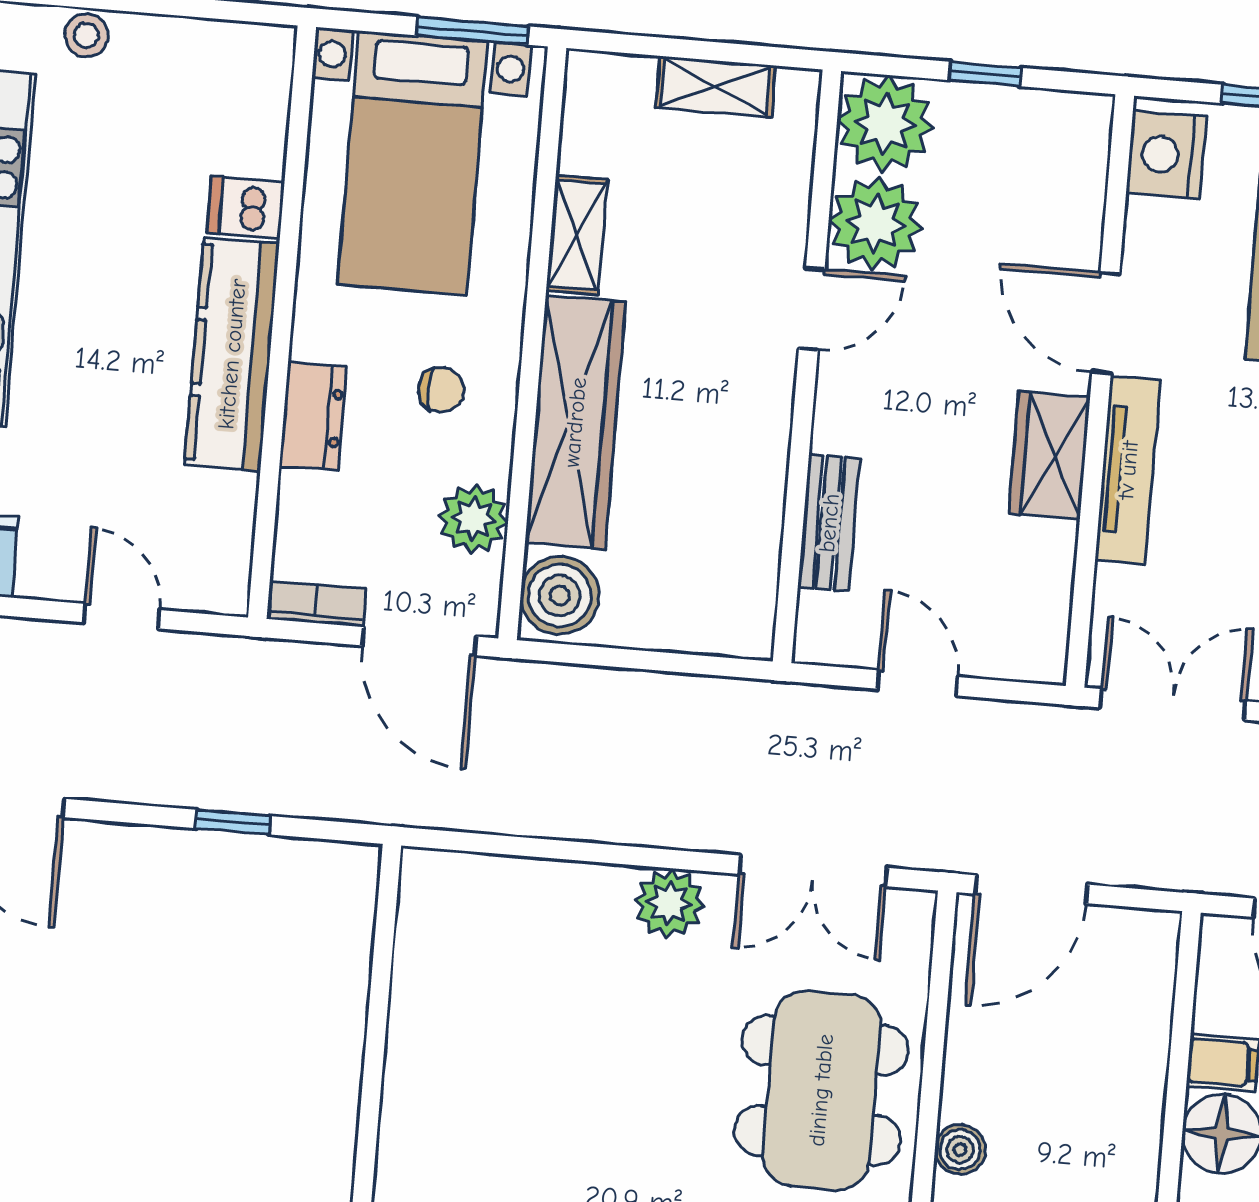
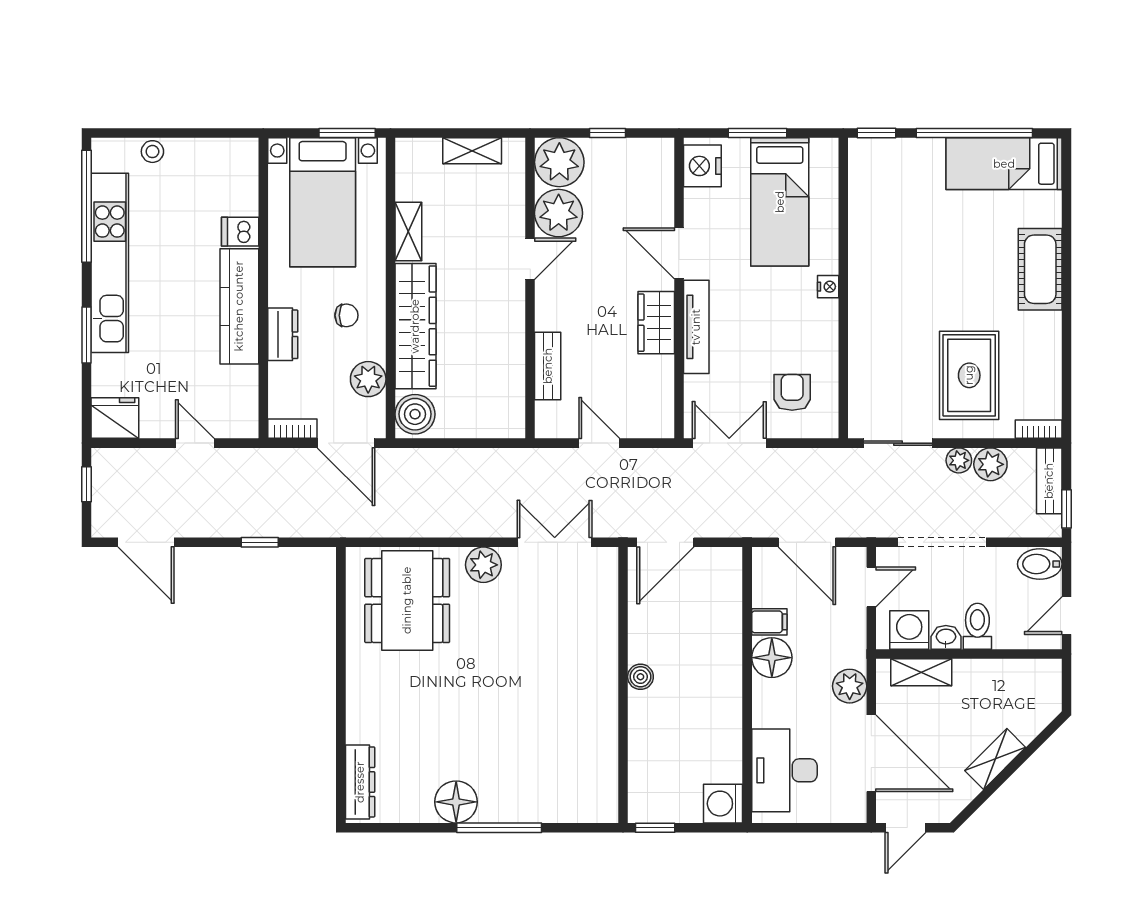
double door: (813, 871) -> (555, 542), swing flipped
dining table: (821, 1090) -> (407, 600), moved

